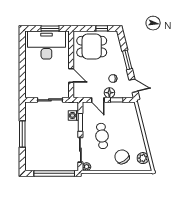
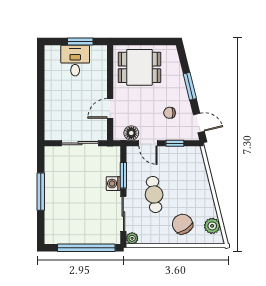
window: (102, 28) -> (154, 42), removed
desk: (46, 45) -> (75, 61), width x0.53, depth x0.77
door: (71, 75) -> (110, 108), swing flipped
floor lamp: (109, 93) -> (131, 133), moved
washing machine: (73, 115) -> (113, 184), moved

